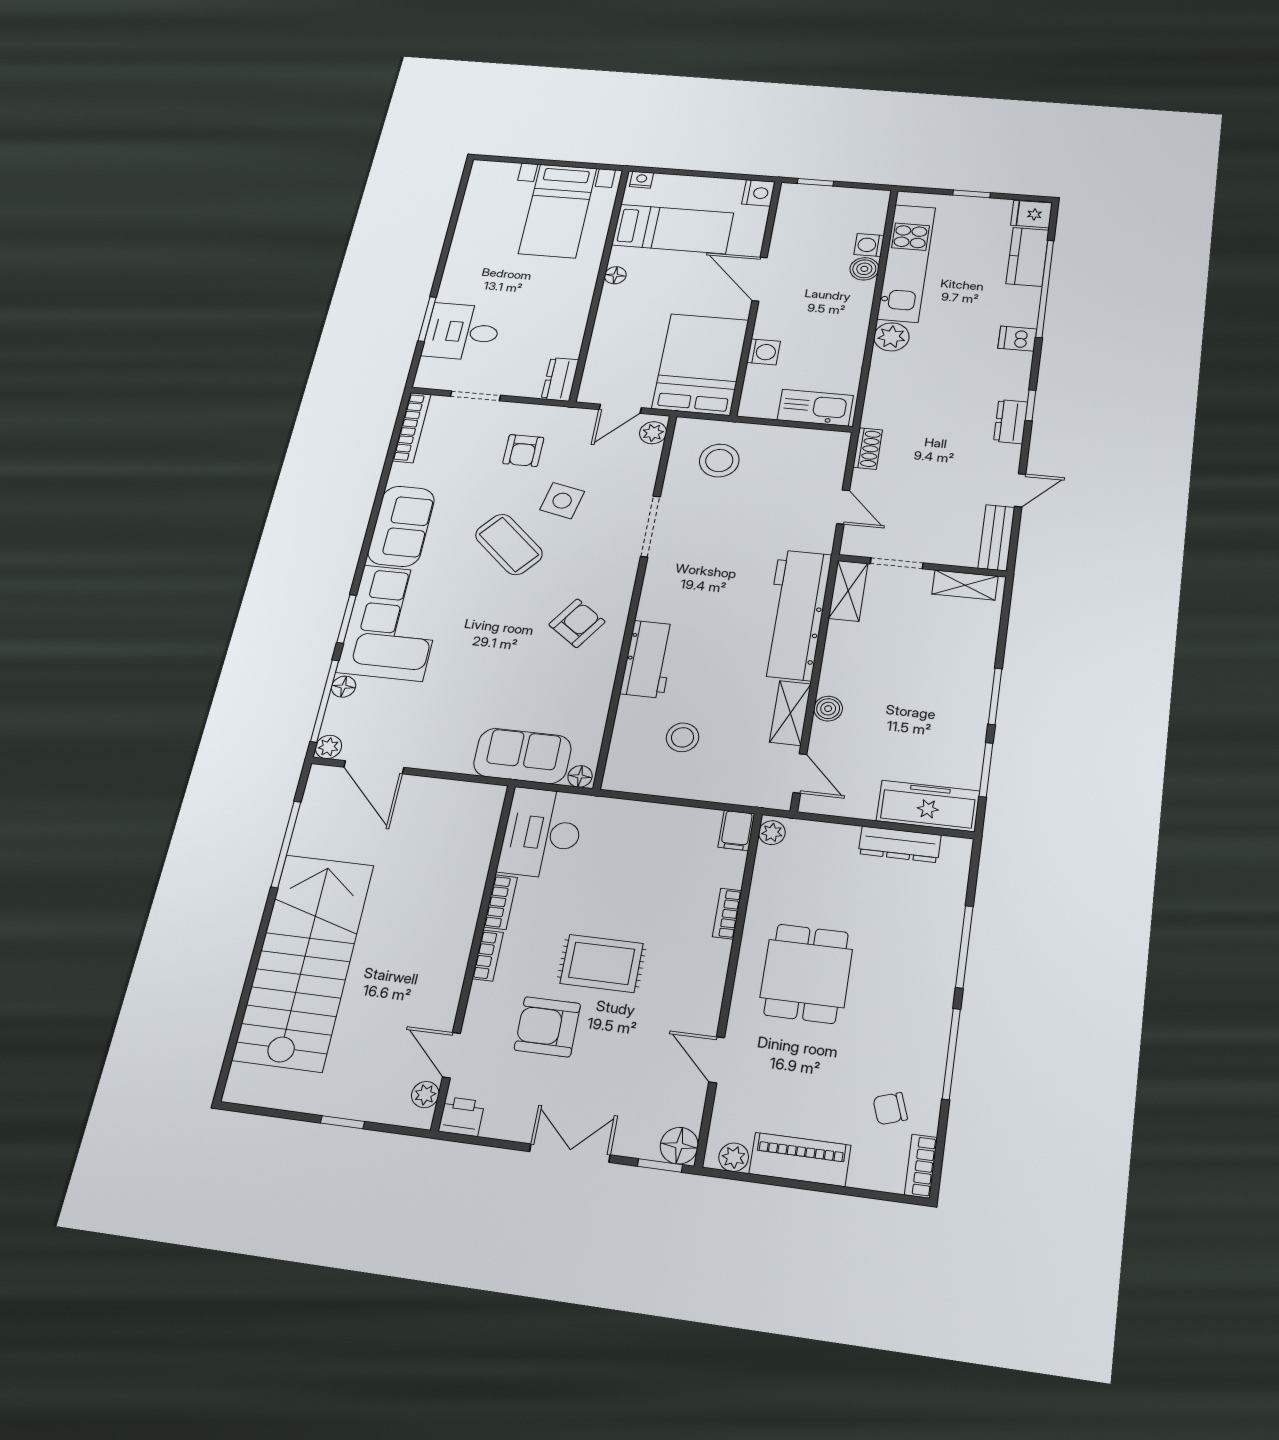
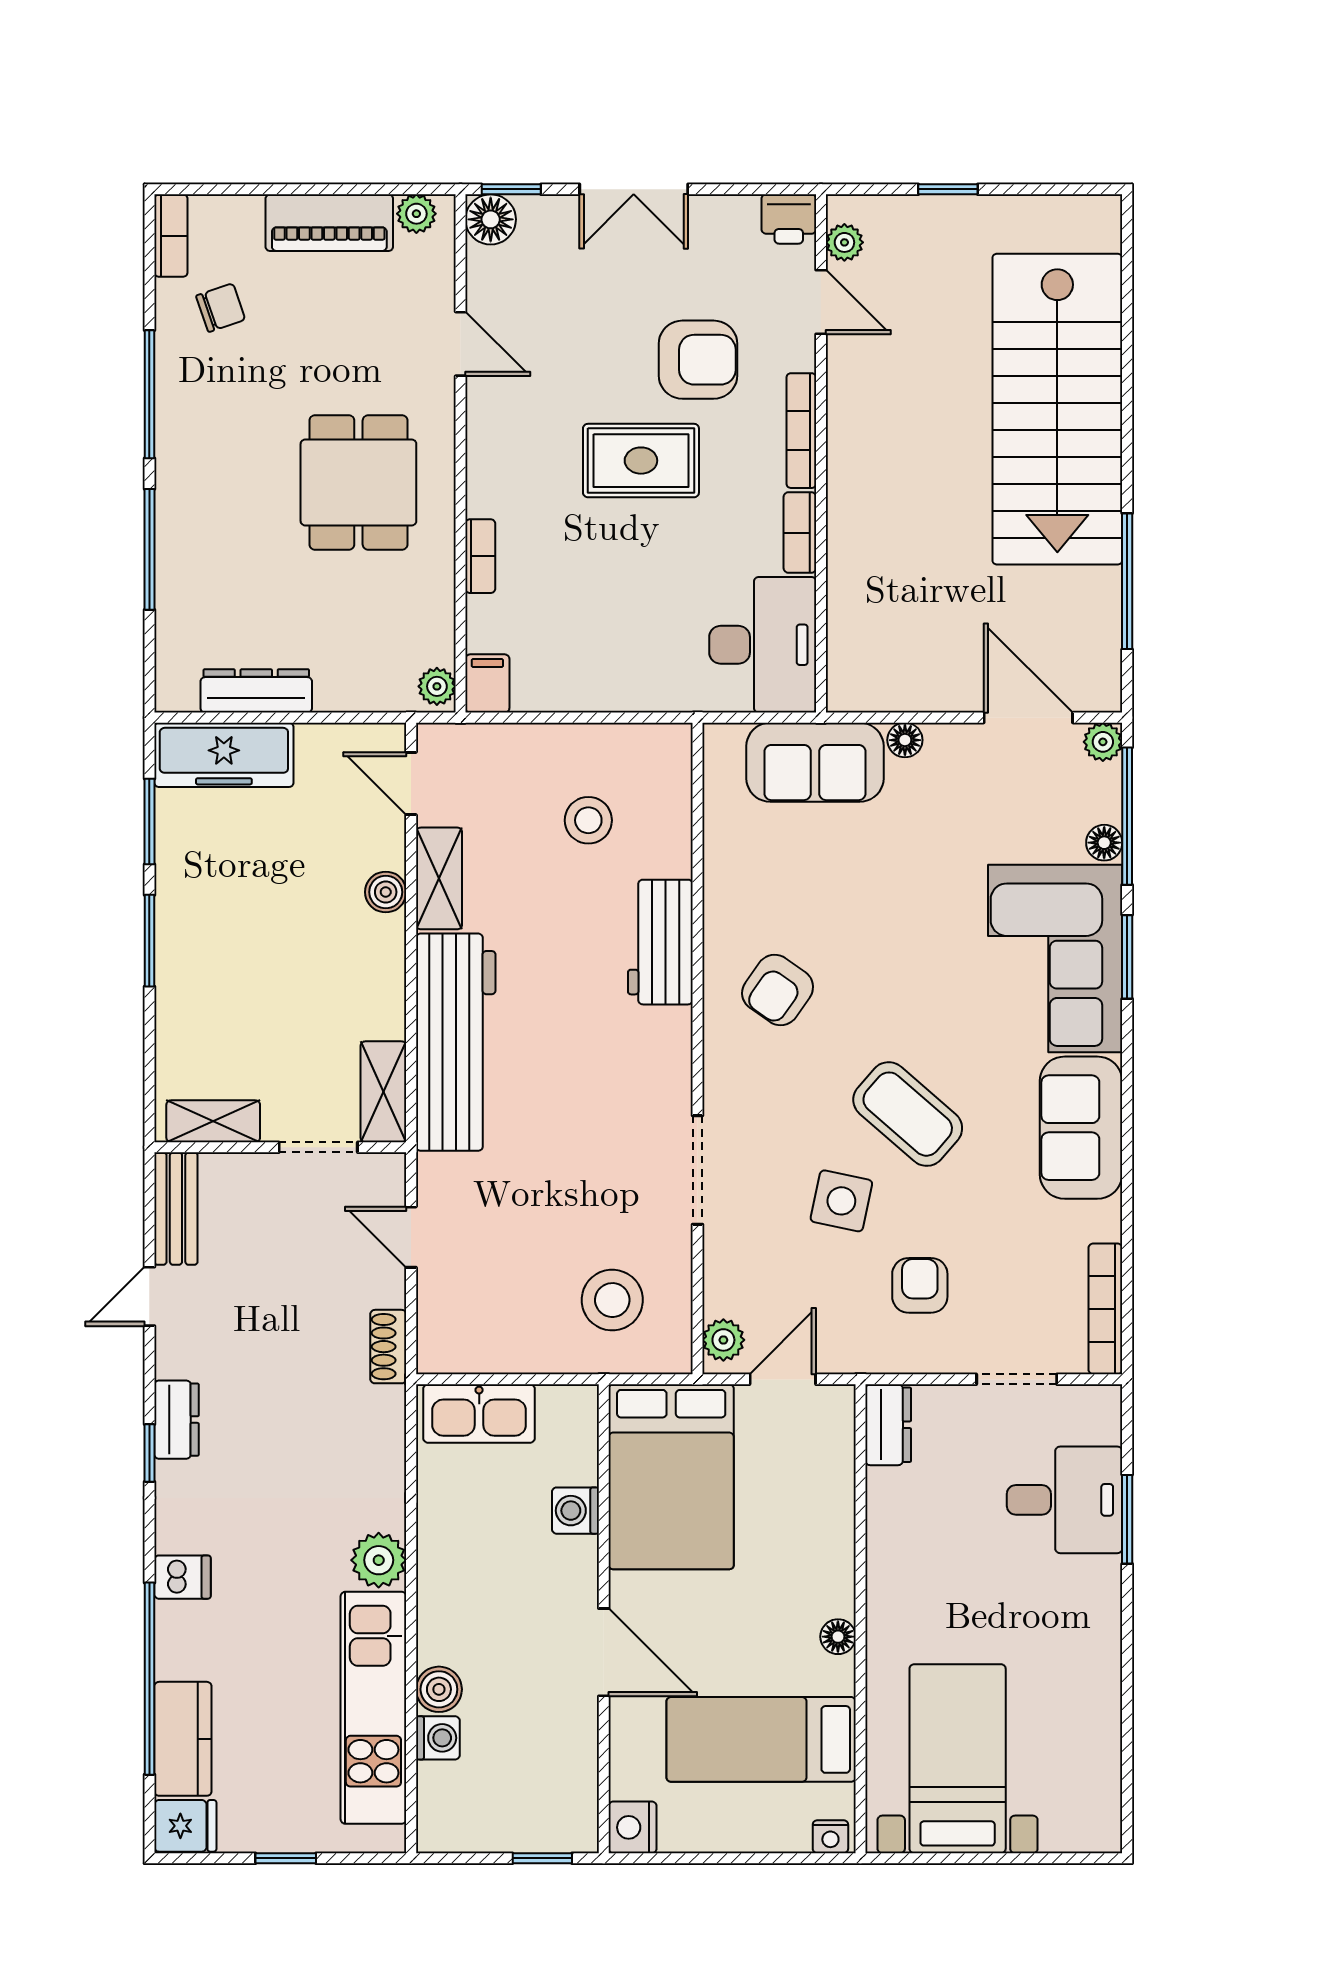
floor lamp: (580, 776) -> (905, 740), moved
bookcase: (488, 955) -> (801, 431), width x1.56

